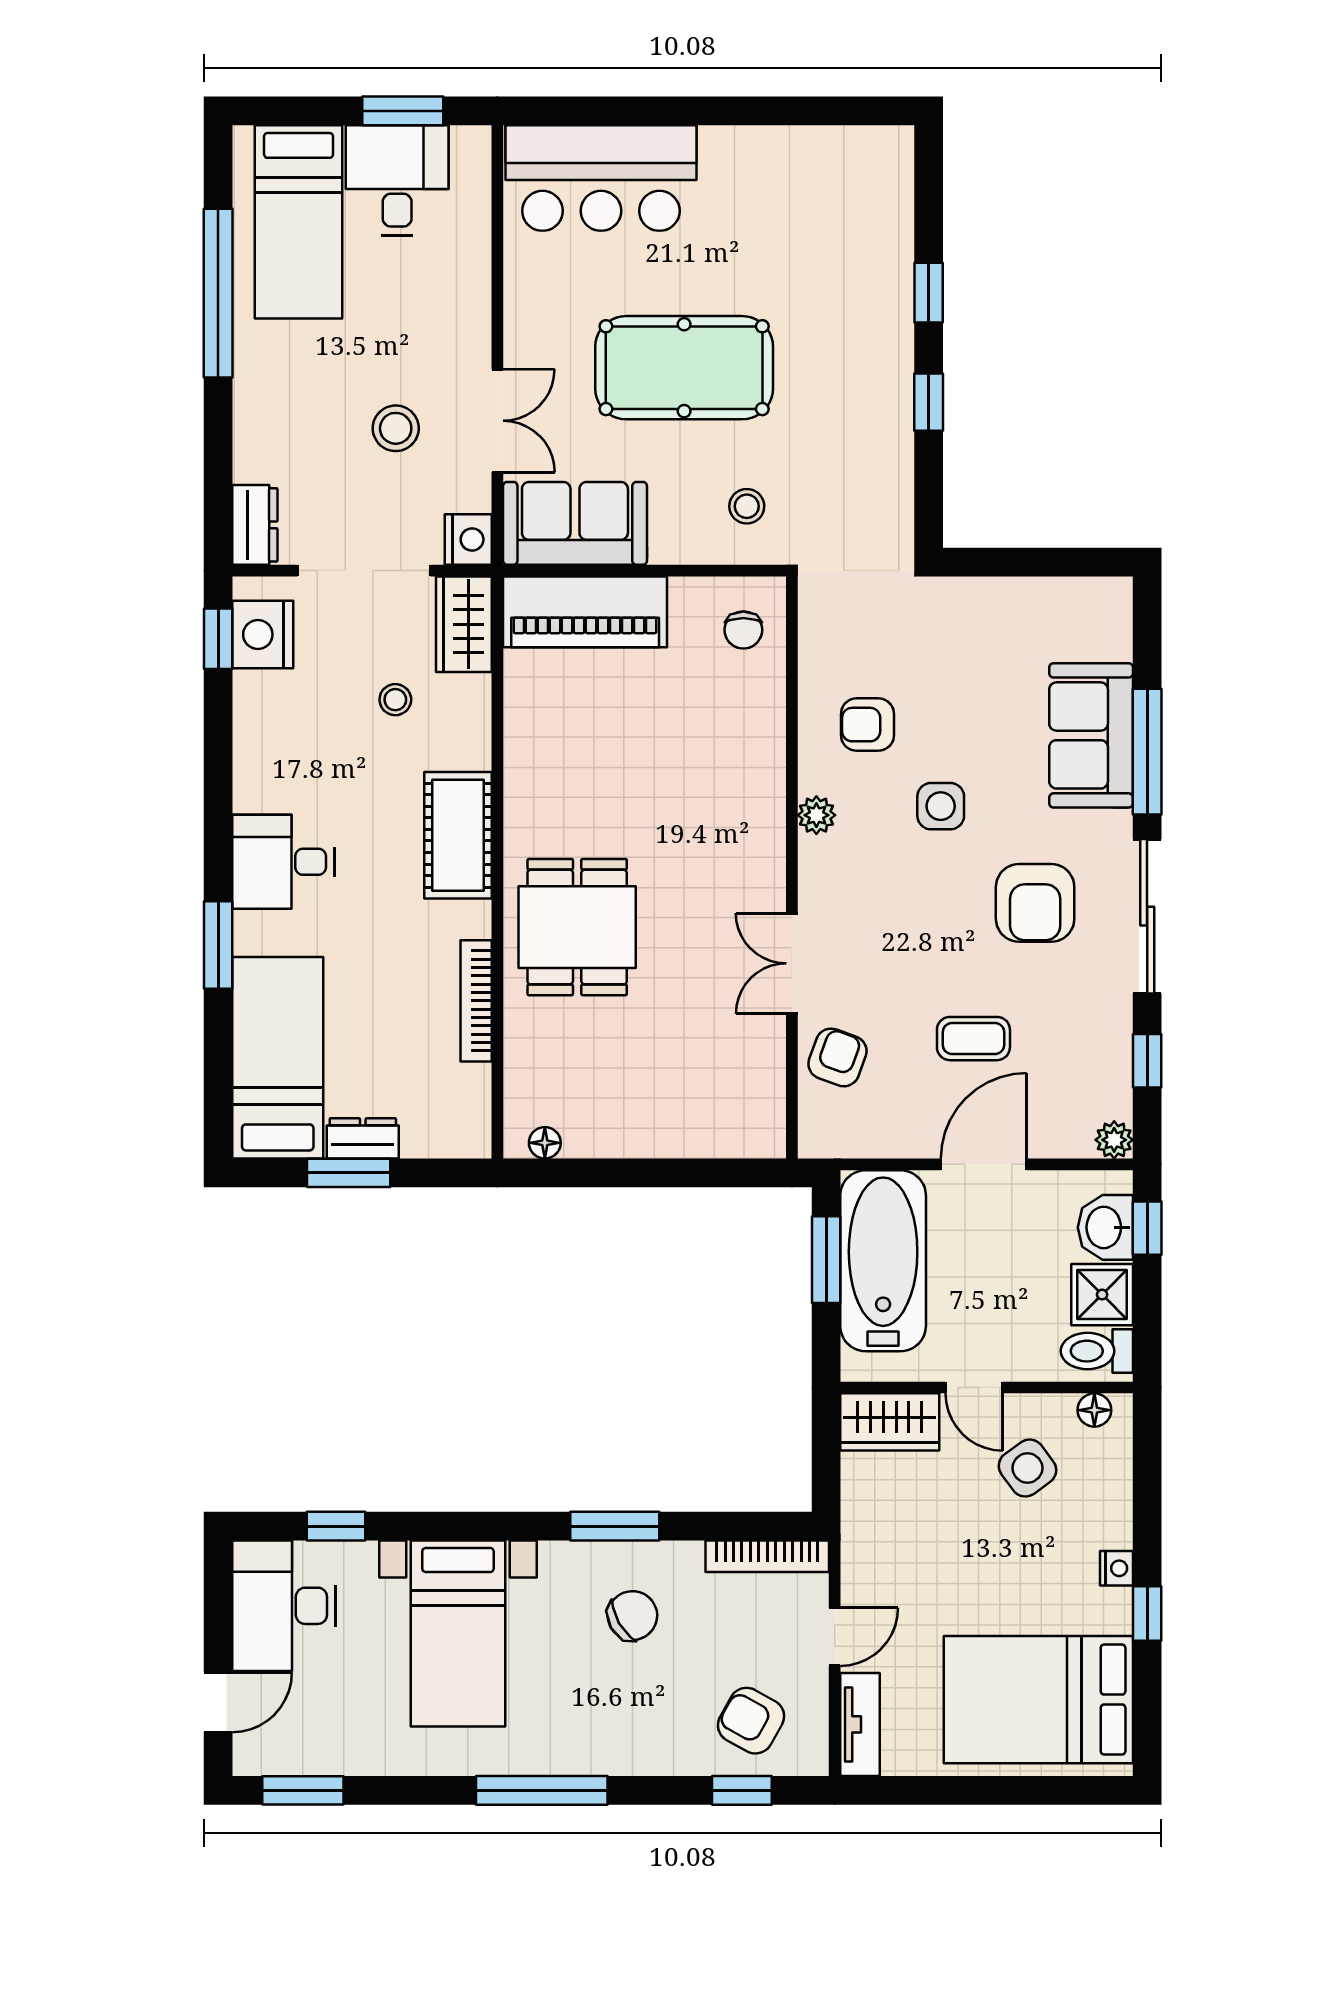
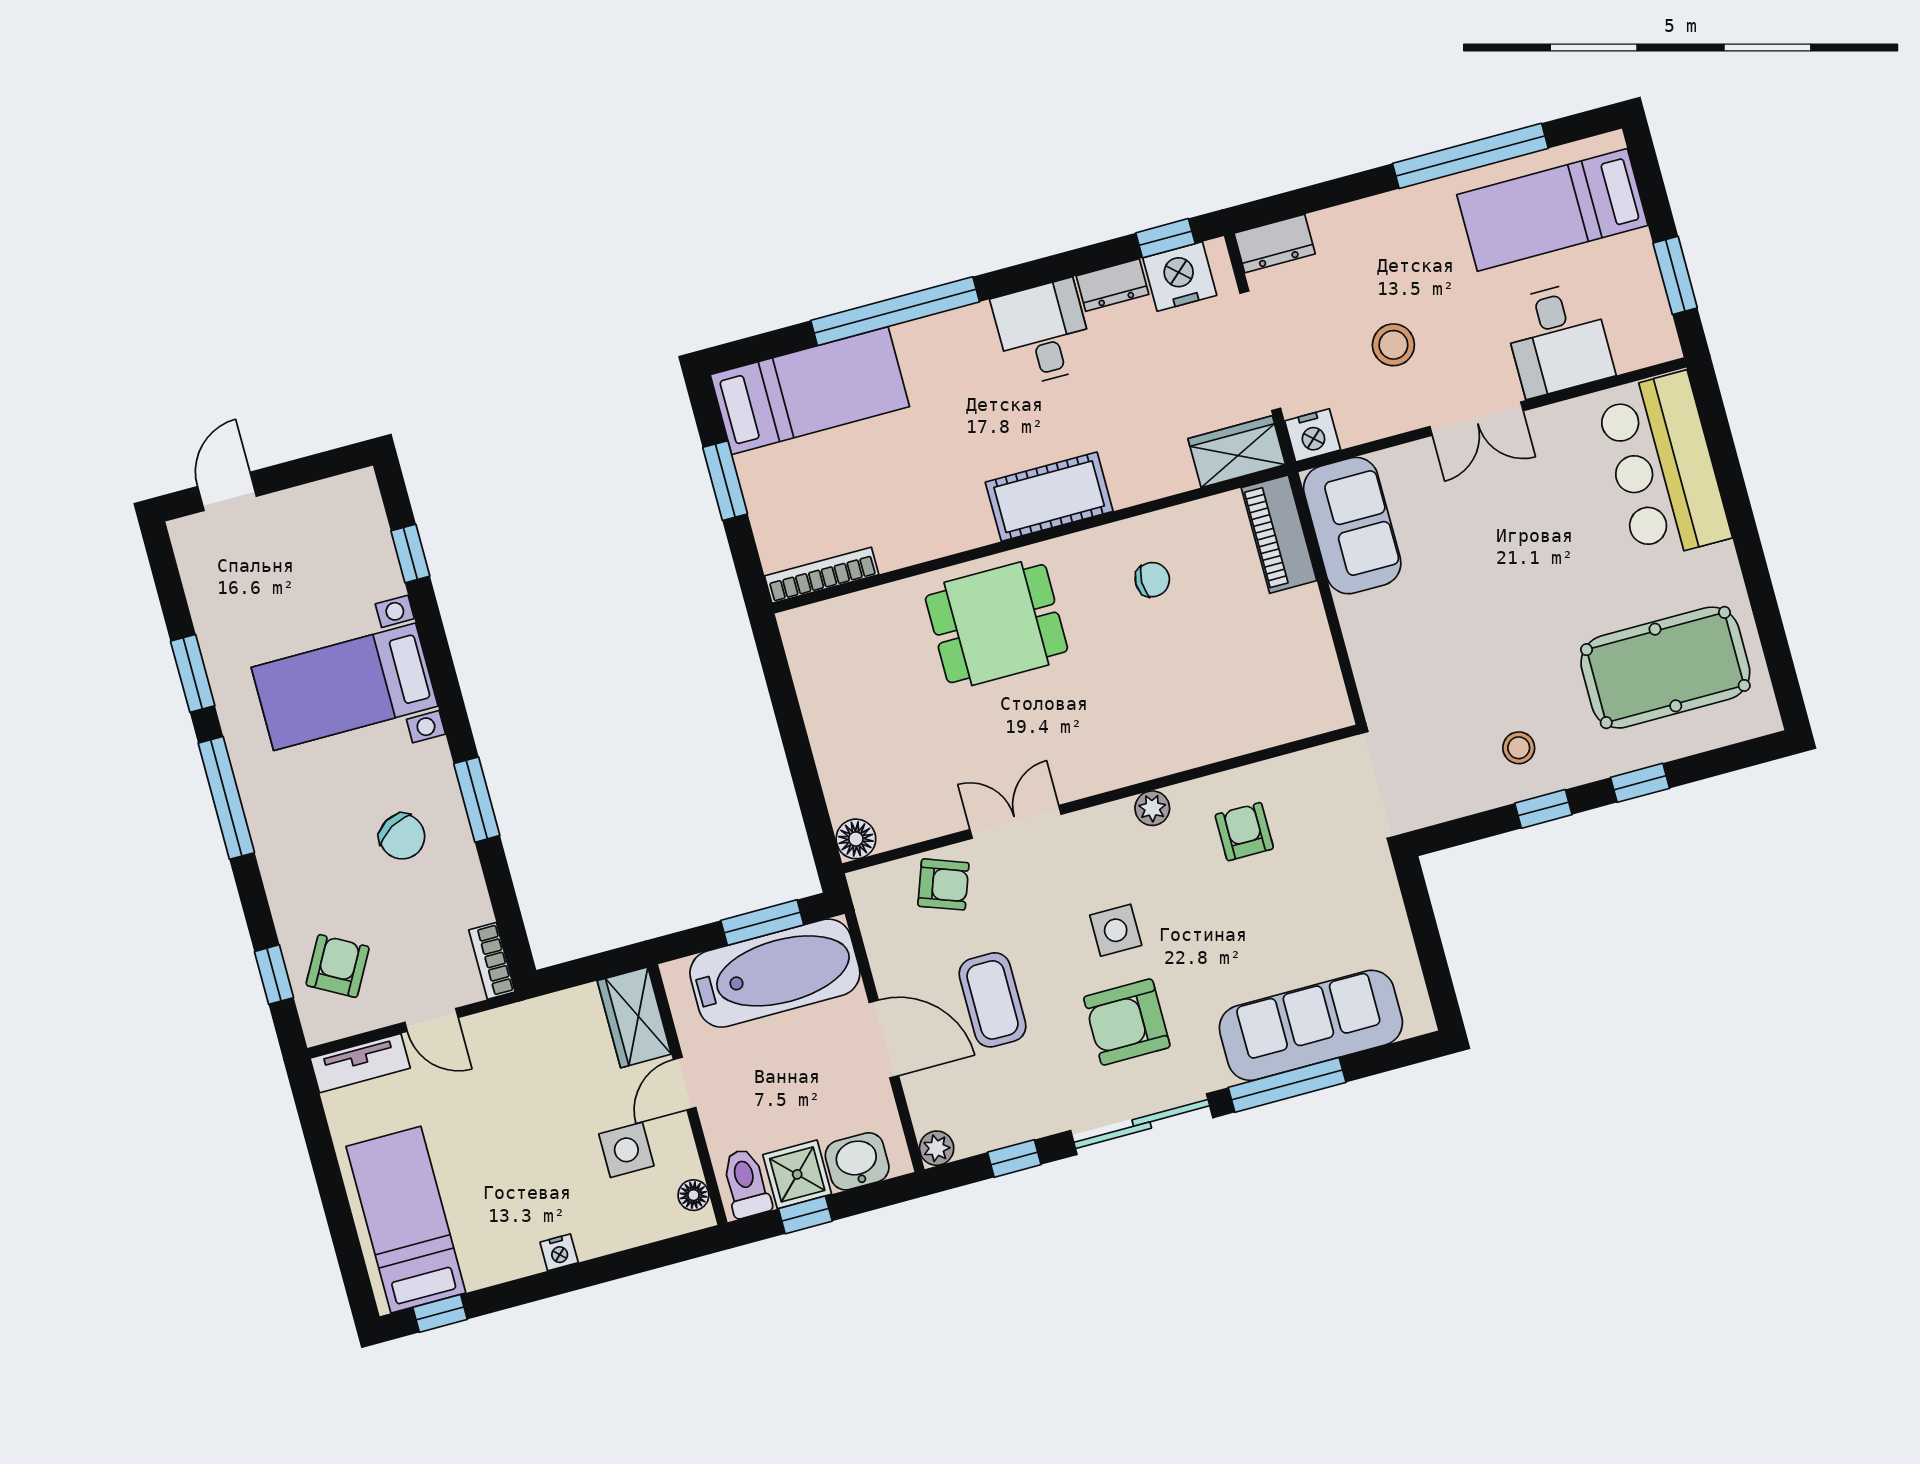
desk: (397, 180) -> (1558, 339), moved, turned 90
pool table: (684, 368) -> (1665, 668), moved, turned 90
double door: (497, 421) -> (1476, 419), moved
stool: (747, 506) -> (1519, 748), moved
piano: (585, 612) -> (1279, 534), width x0.73, depth x0.75
chair: (743, 630) -> (1152, 580), moved, turned 180
stool: (395, 700) -> (1154, 409), removed
sofa: (1091, 735) -> (1311, 1025), width x1.36
side table: (941, 806) -> (1116, 930), moved
desk: (283, 862) -> (1043, 333), moved
window: (218, 945) -> (895, 311), width x2.11
bookcase: (476, 1001) -> (822, 575), moved
coffee table: (973, 1039) -> (992, 1000), width x1.36, depth x1.30
dresser: (363, 1138) -> (1112, 285), moved, turned 90
floor lamp: (545, 1143) -> (856, 839), moved, width x1.37, depth x1.37
window: (1147, 1228) -> (805, 1215), moved
side table: (1027, 1468) -> (626, 1150), turned 36
bookcase: (767, 1556) -> (492, 961), width x0.64
desk: (284, 1606) -> (328, 526), removed
window: (1147, 1613) -> (440, 1313), moved
bed: (1038, 1700) -> (406, 1220), width x0.67
door: (218, 1702) -> (227, 491), swing flipped
window: (303, 1790) -> (193, 673), moved

